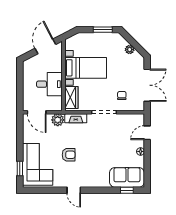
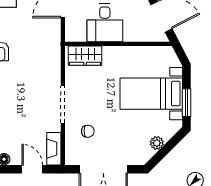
bed with nightstands: (86, 68) -> (151, 94), moved, turned 90
fireplace: (76, 118) -> (54, 149), moved
plant: (58, 120) -> (51, 35), removed

